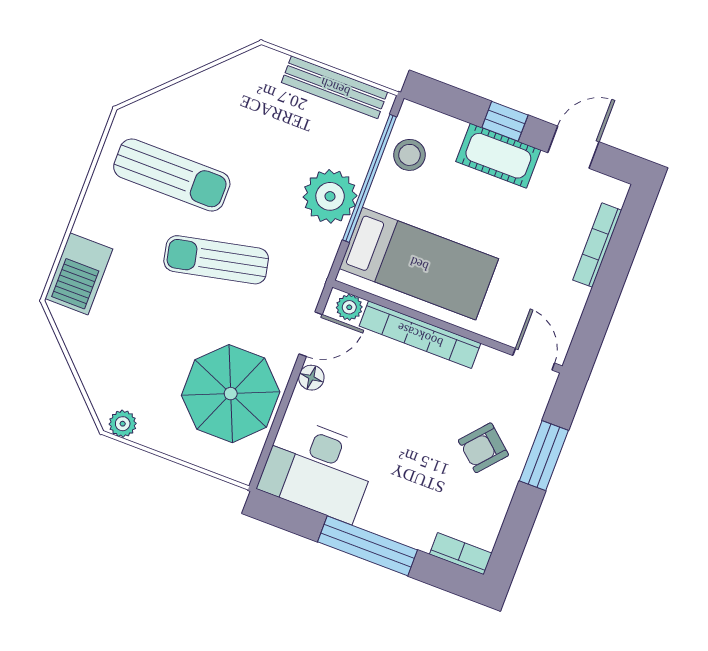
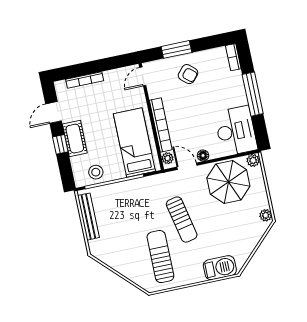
door: (573, 147) -> (54, 112), hinge flipped
plant: (330, 196) -> (253, 160), moved, width x0.53, depth x0.53

